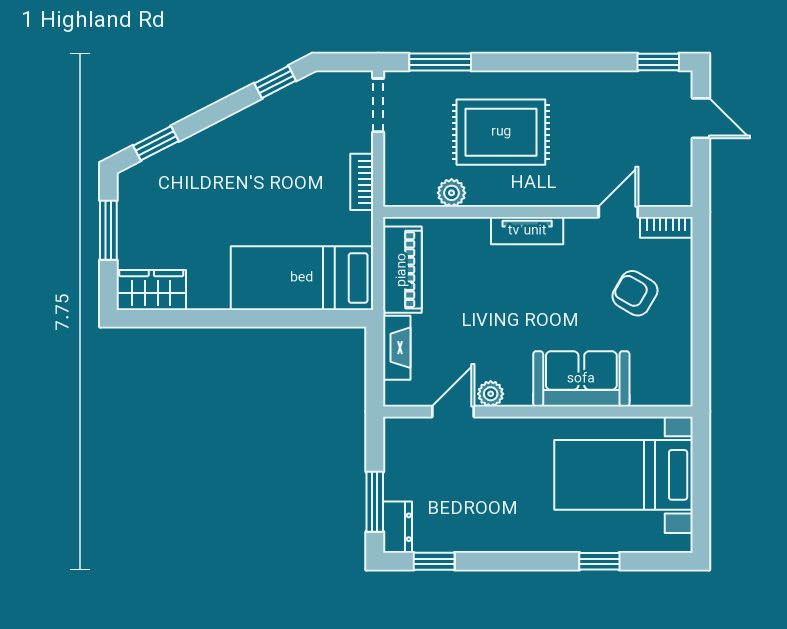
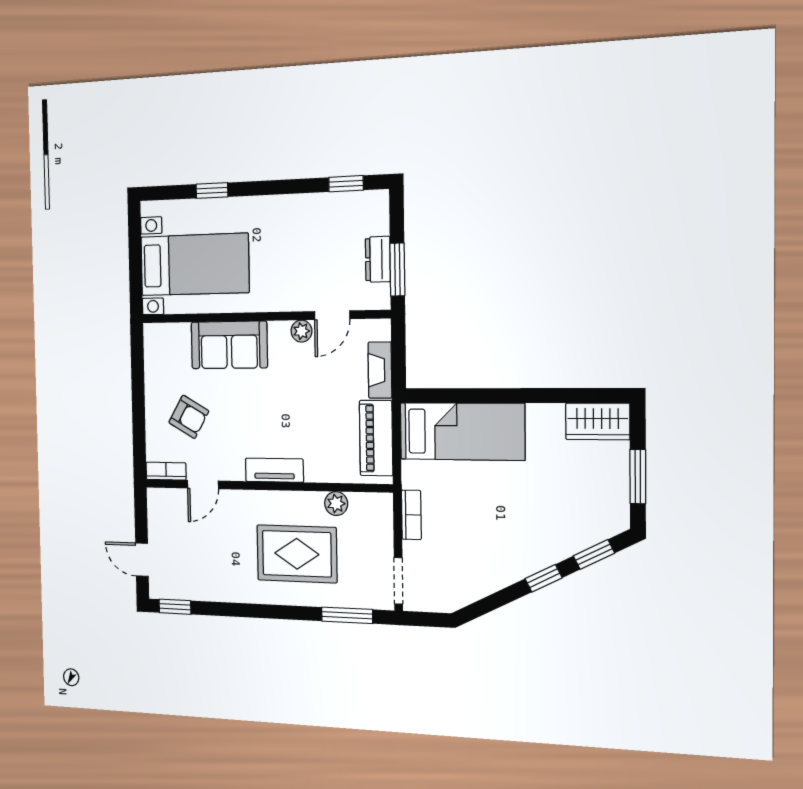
window: (275, 82) -> (544, 578), moved
window: (375, 502) -> (397, 269), moved
dresser: (398, 527) -> (378, 259), moved

